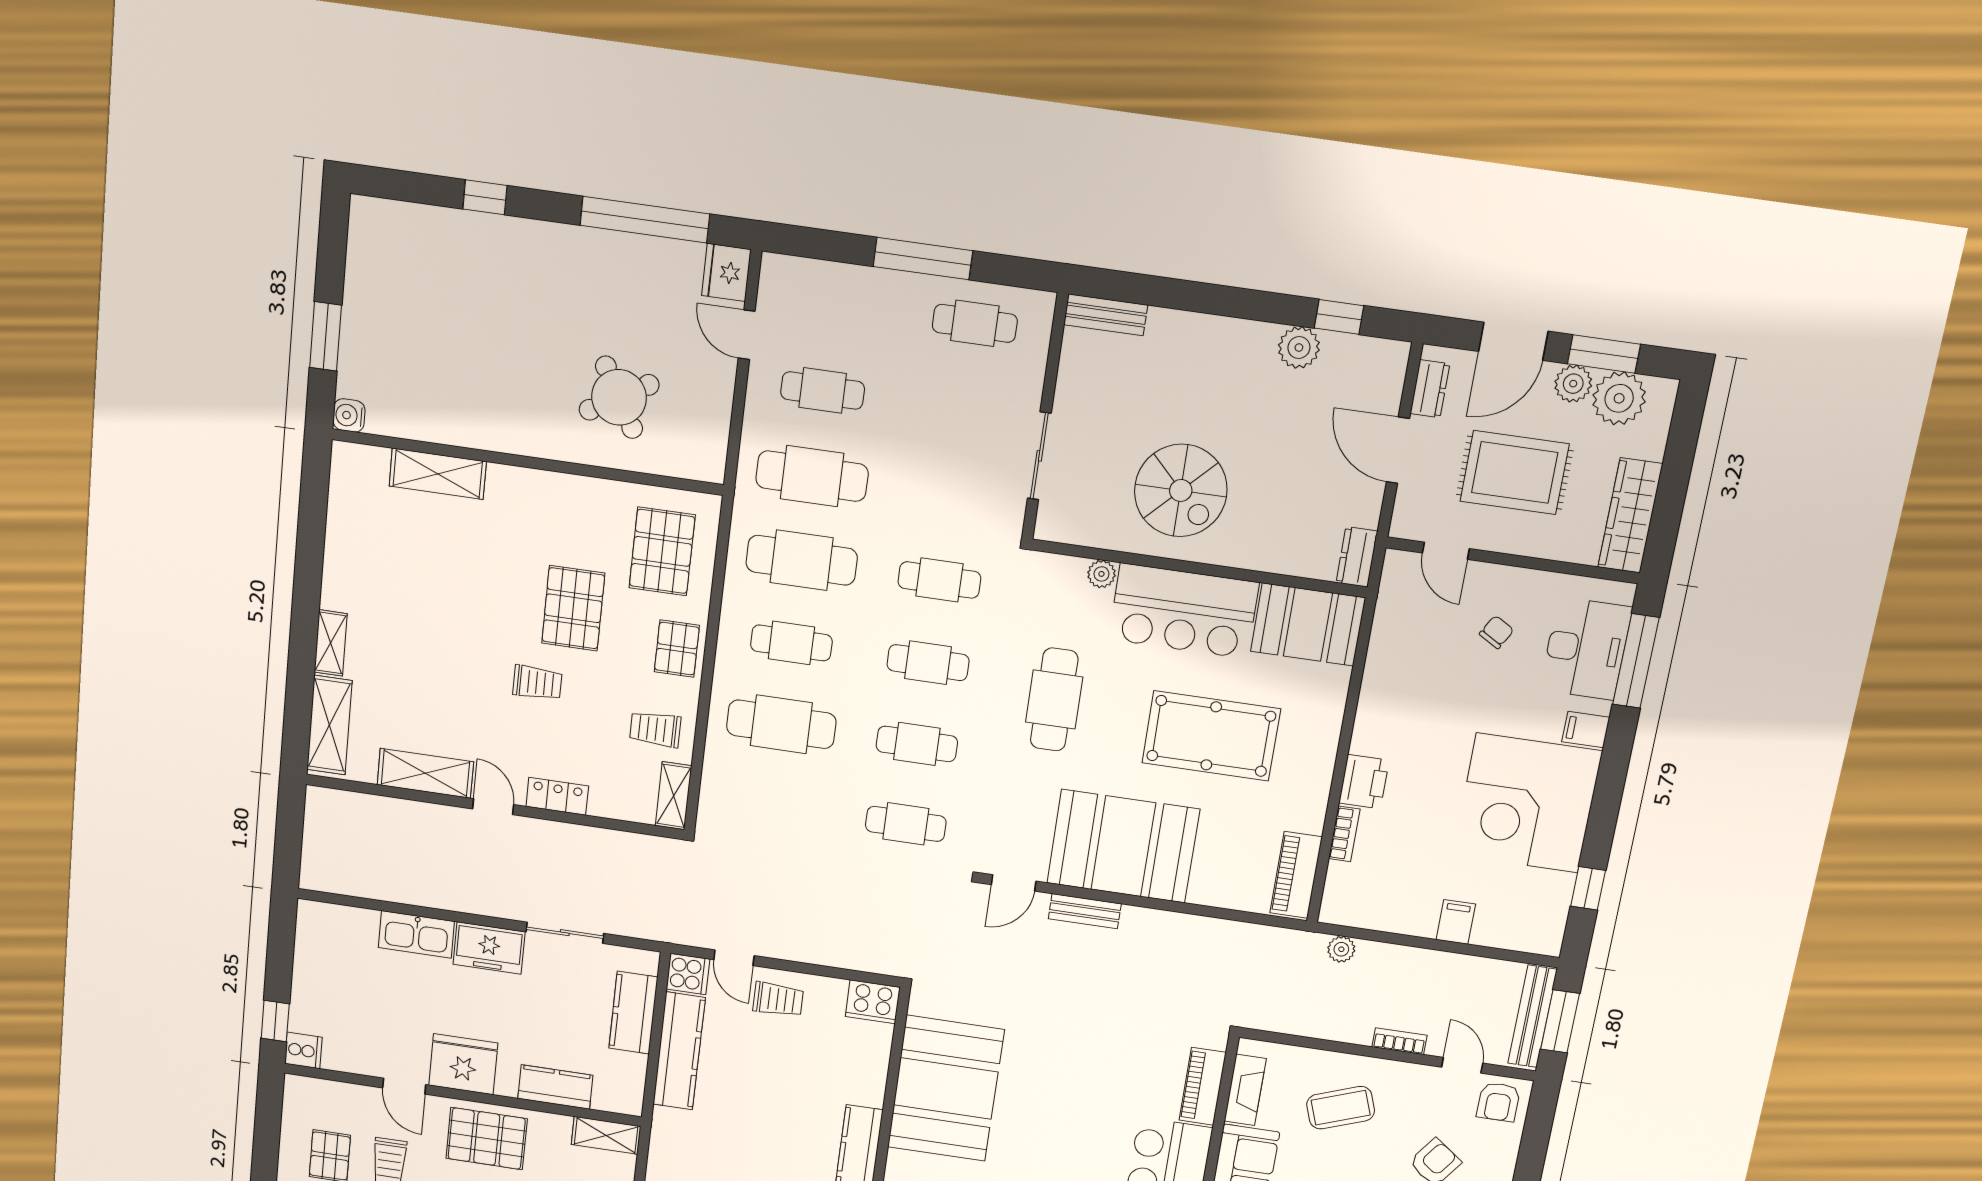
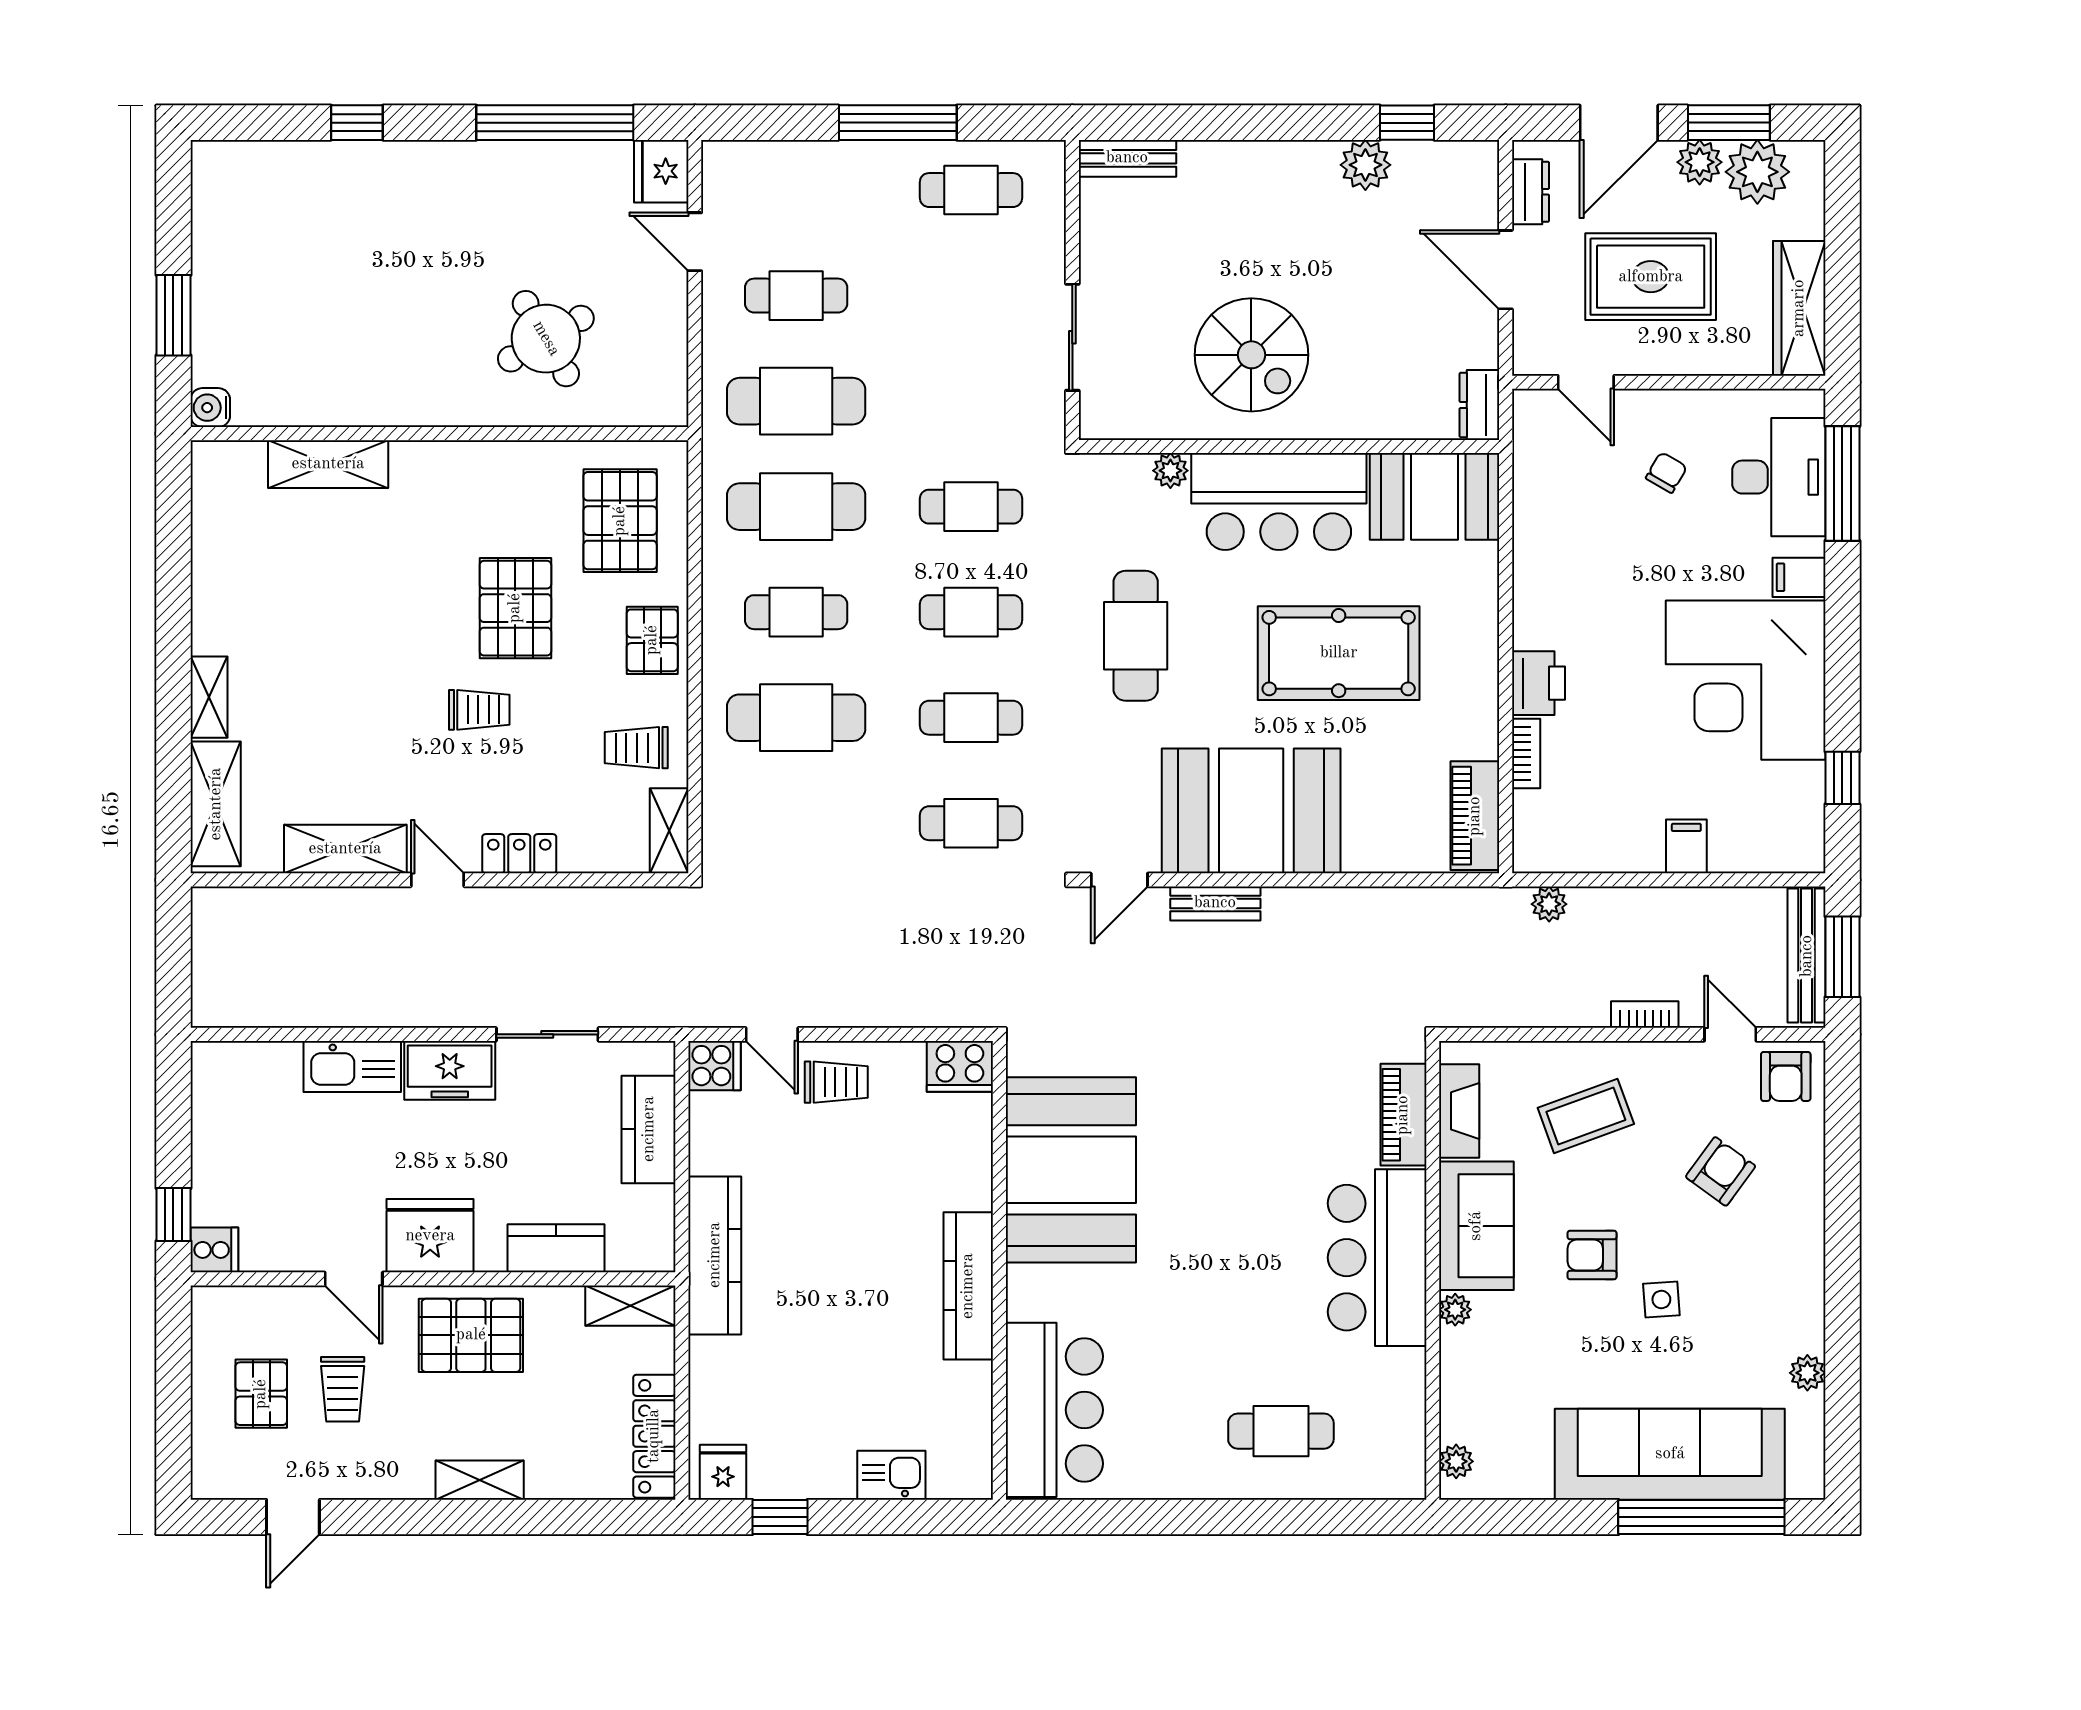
kitchen counter: (679, 1051) -> (715, 1255), moved

